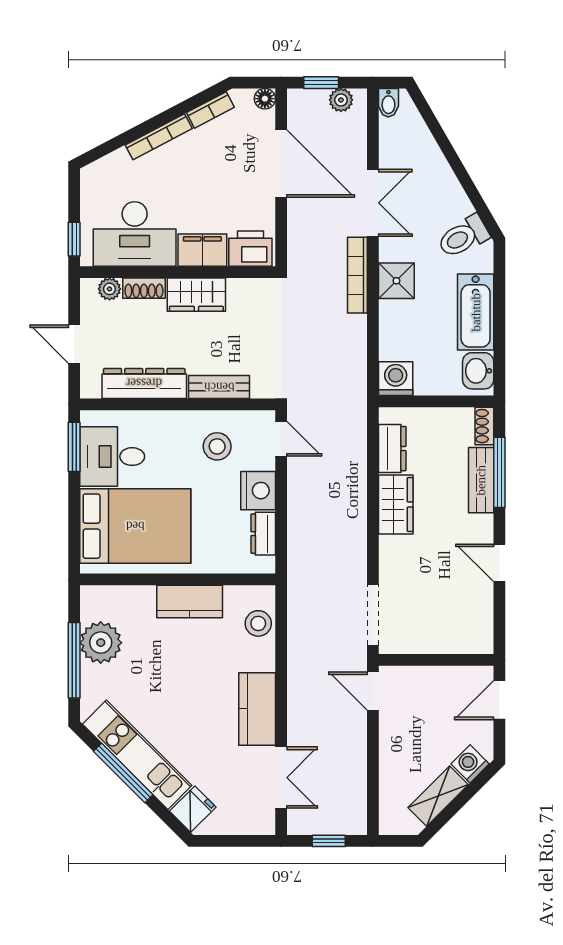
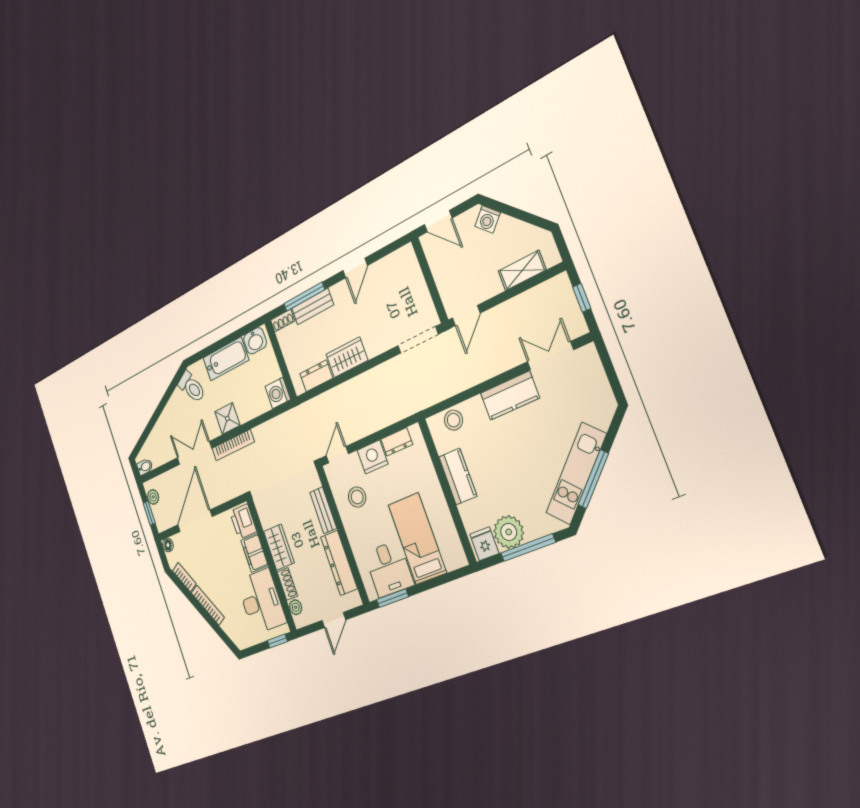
bed: (135, 526) -> (417, 539), width x0.67
shelving: (438, 796) -> (522, 270), moved, turned -45
fridge: (193, 809) -> (484, 544), moved, turned 45

